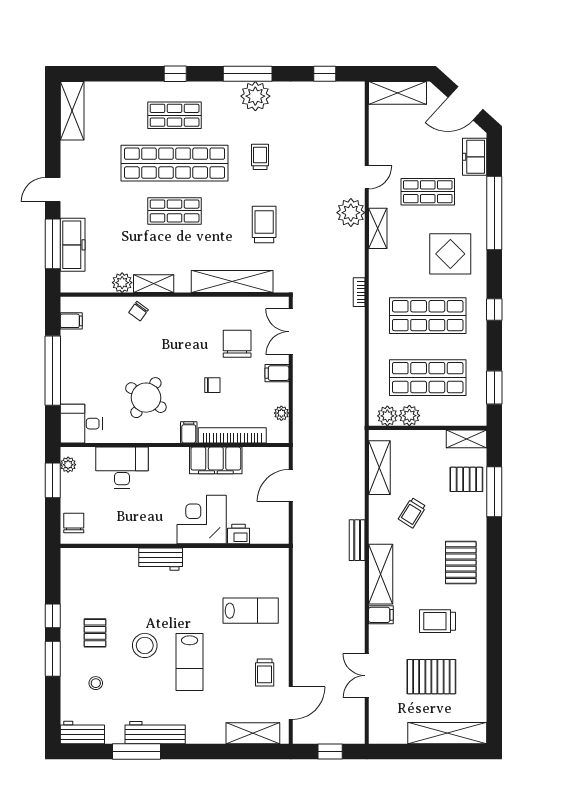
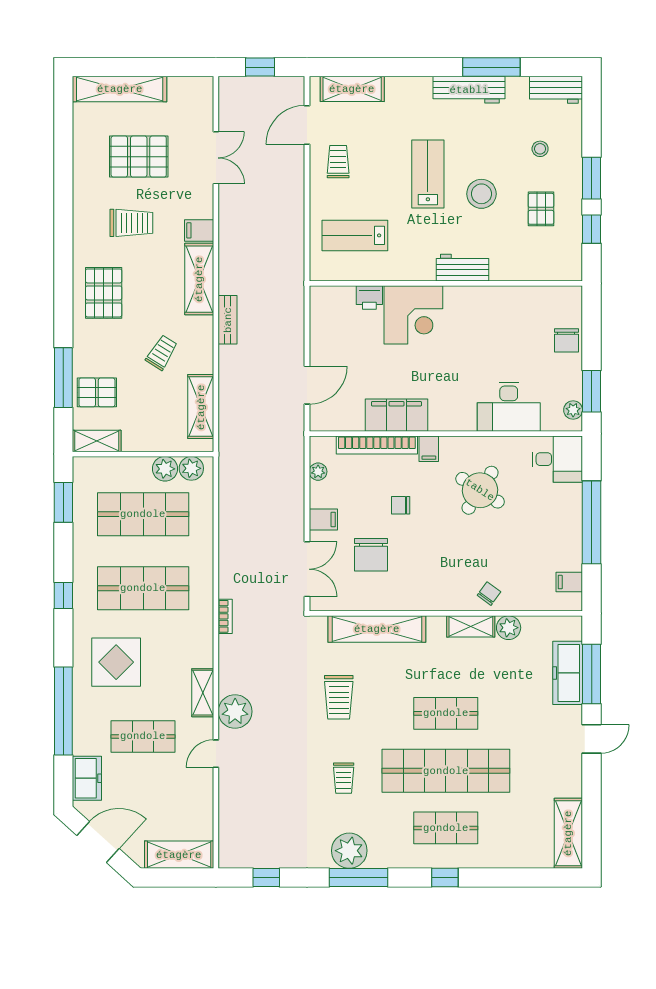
corner desk: (202, 520) -> (413, 315), moved
printer: (239, 534) -> (369, 297), moved
wall: (175, 546) -> (446, 283), moved
workbench: (161, 559) -> (463, 268), moved

